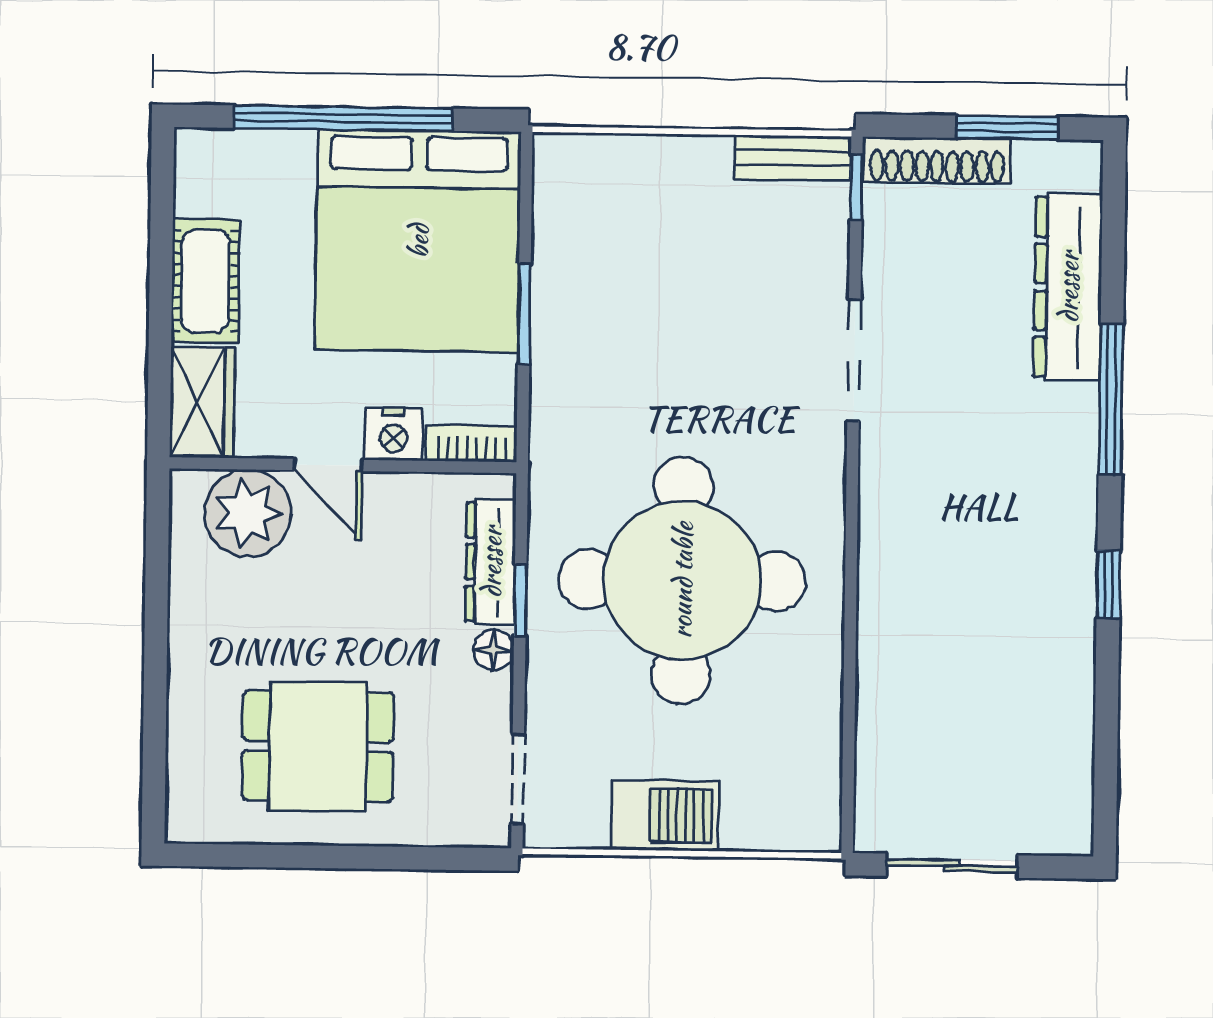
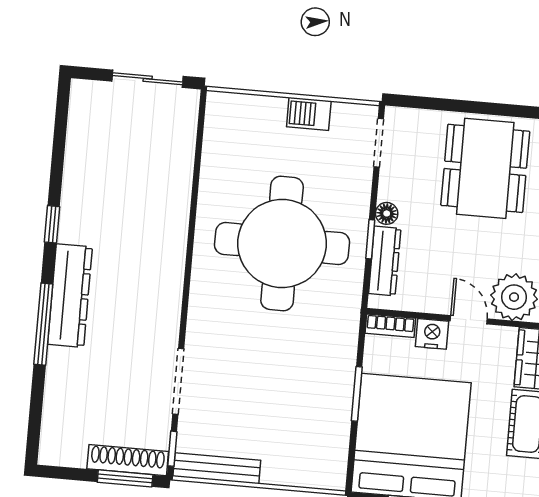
window: (1007, 127) -> (125, 478), moved
bench: (793, 158) -> (217, 468), width x1.36
dresser: (1068, 287) -> (70, 296), moved
doorway: (854, 360) -> (178, 381), moved
dining table: (318, 746) -> (485, 168), width x1.38
barbecue: (665, 816) -> (309, 114), width x0.73, depth x0.79

